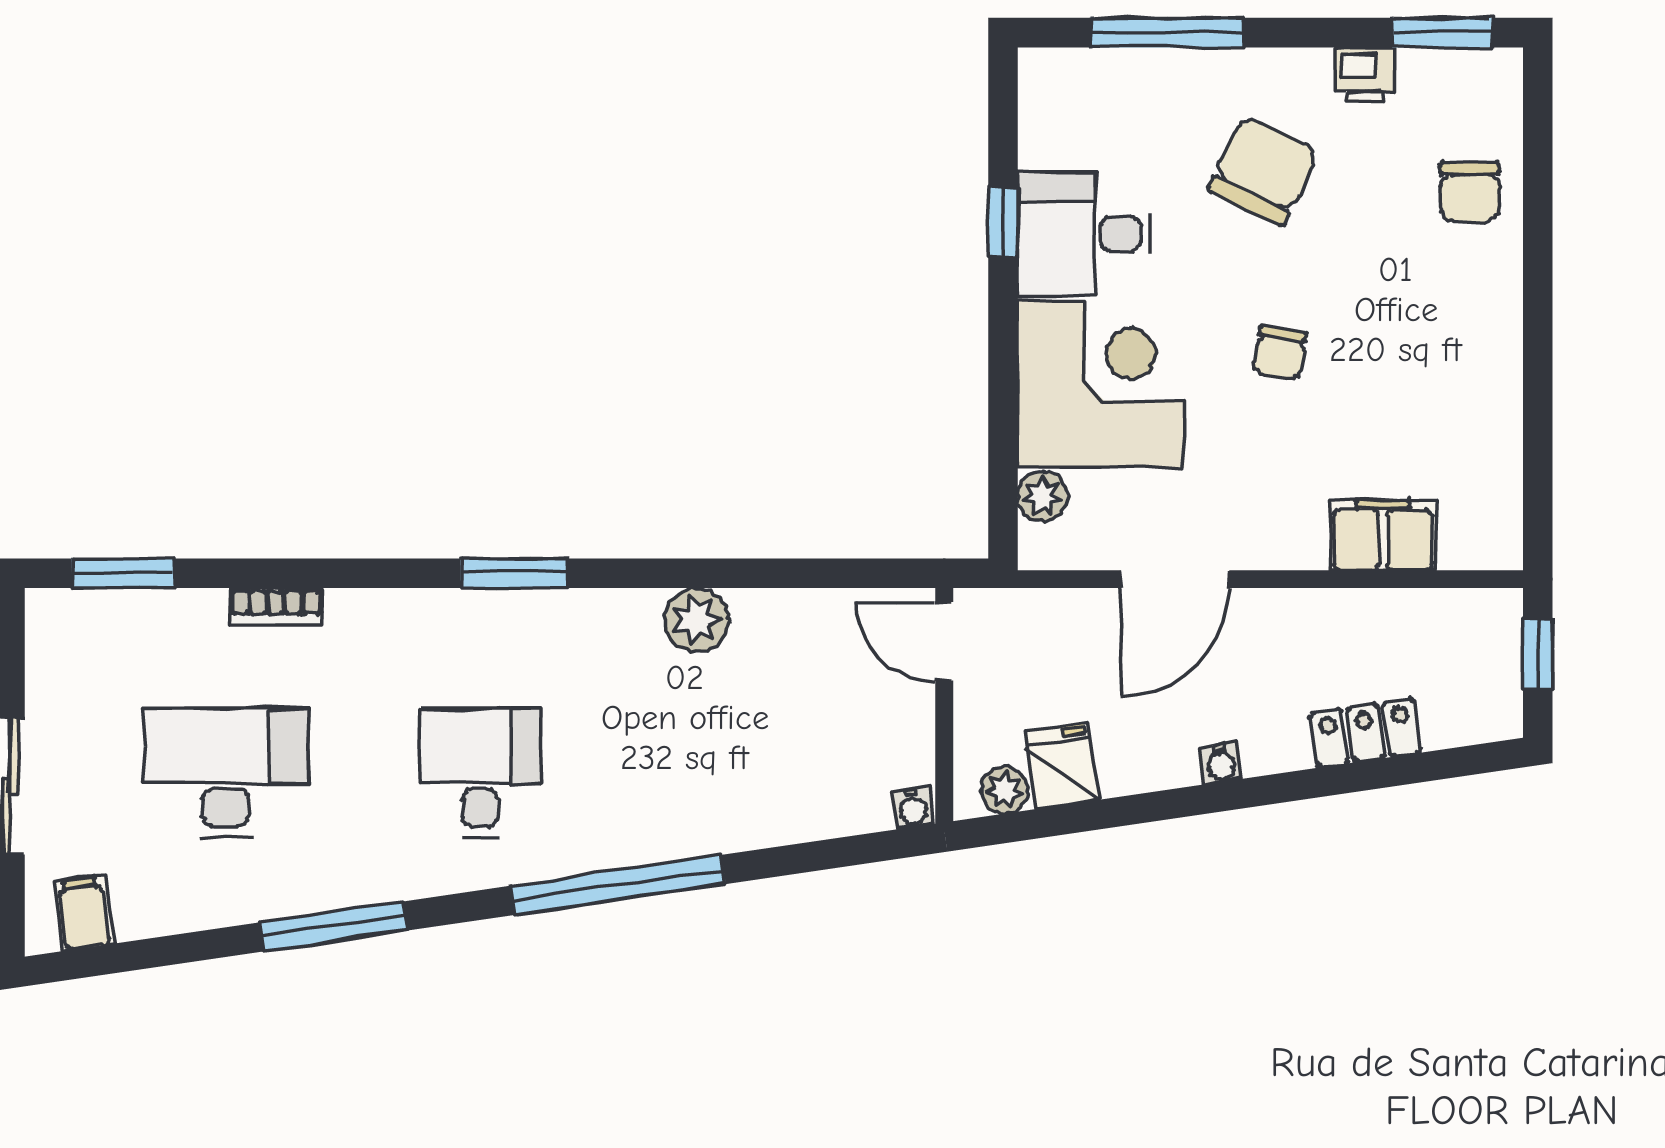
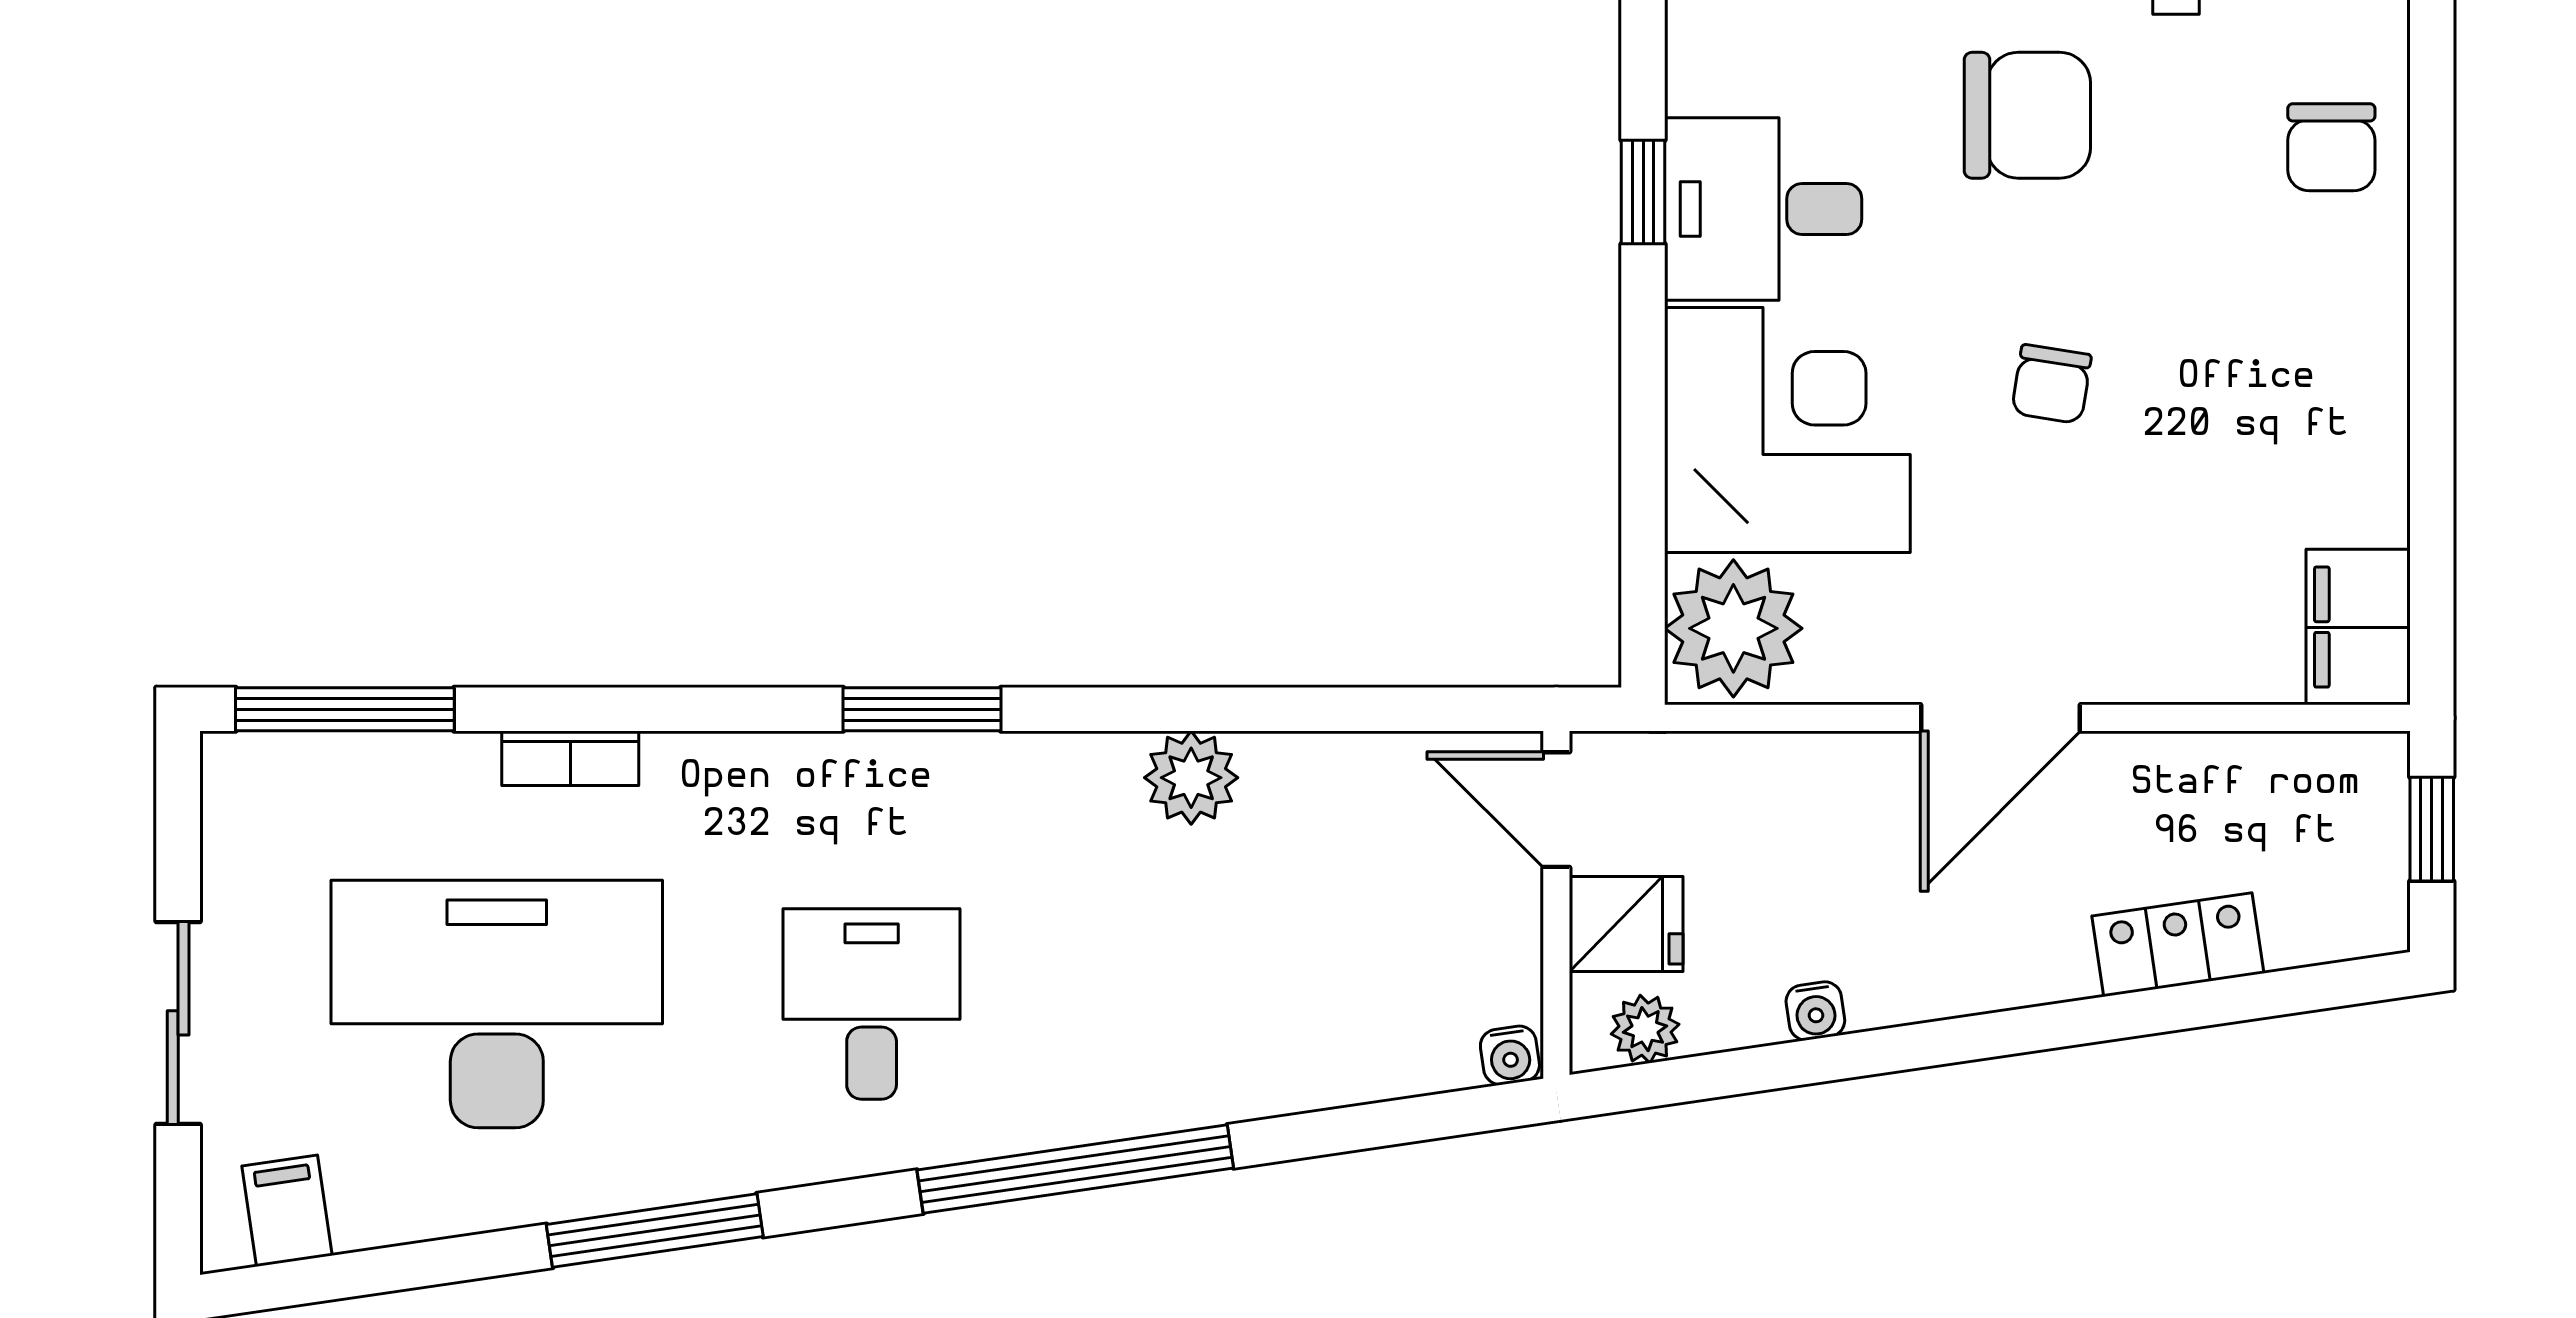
chair: (1264, 171) -> (2027, 115), turned 64
plant: (1043, 497) -> (1733, 628), width x1.88, depth x1.88
filing cabinet: (1383, 535) -> (2358, 627), moved, turned -90
window: (123, 573) -> (345, 709), width x1.44
door: (1175, 579) -> (2001, 718), moved
water cooler: (1221, 763) -> (1815, 1011), moved
fridge: (1062, 766) -> (1626, 924), moved, turned 98
desk: (226, 773) -> (497, 1004), width x1.36, depth x1.30

